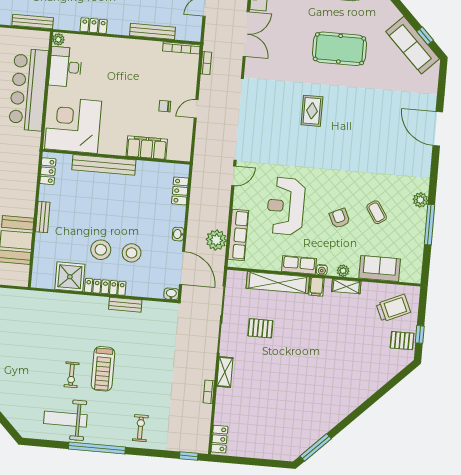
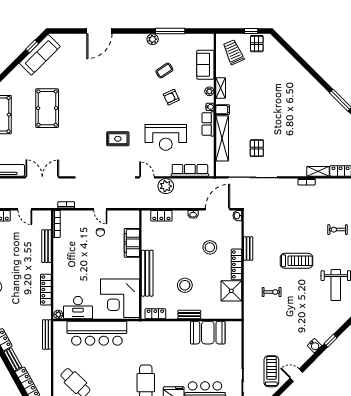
locker: (94, 26) -> (46, 290), width x1.53
rug: (312, 111) -> (118, 139), moved
plant: (216, 240) -> (166, 186), moved
stool: (101, 250) -> (185, 285), moved
shelving: (225, 372) -> (318, 171), moved
exercise bike: (72, 375) -> (272, 292), moved

